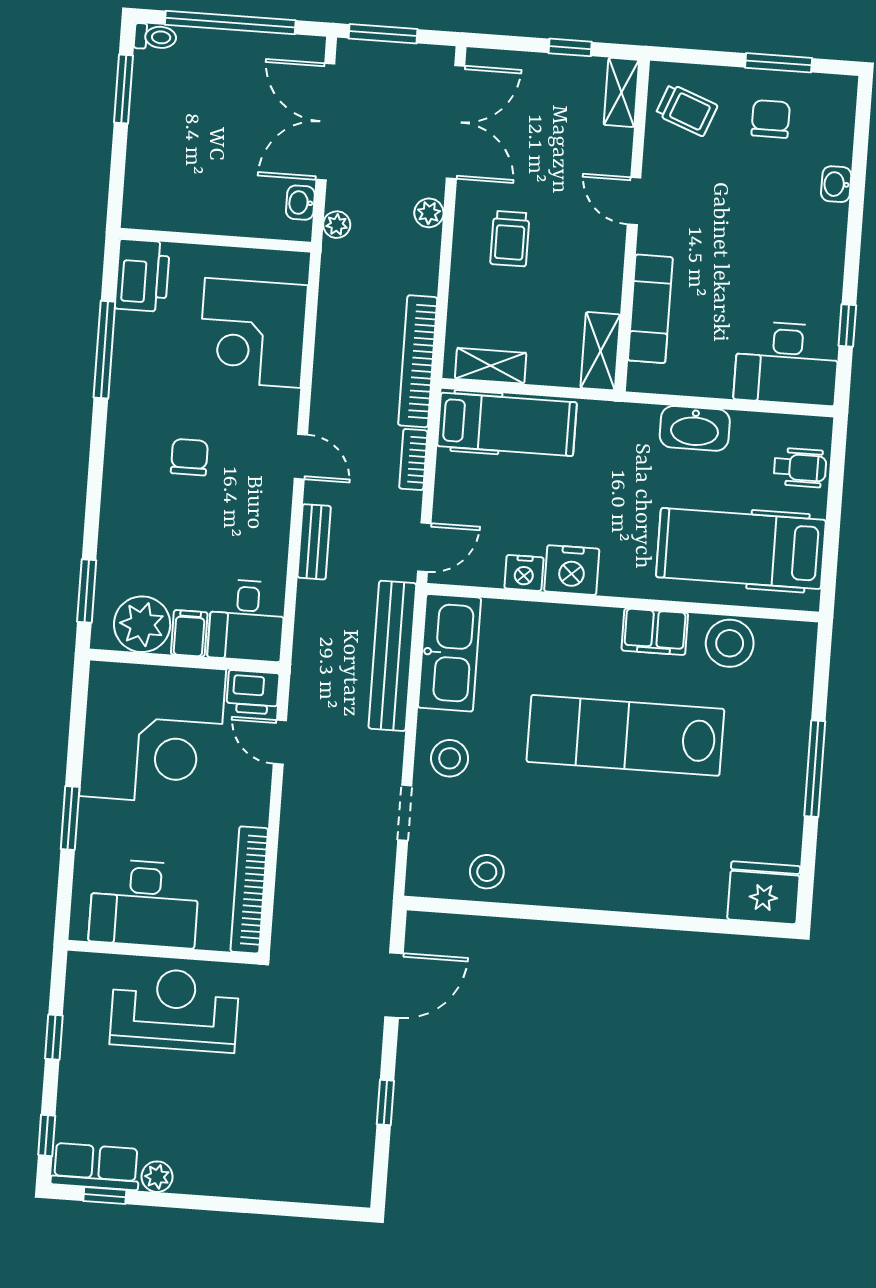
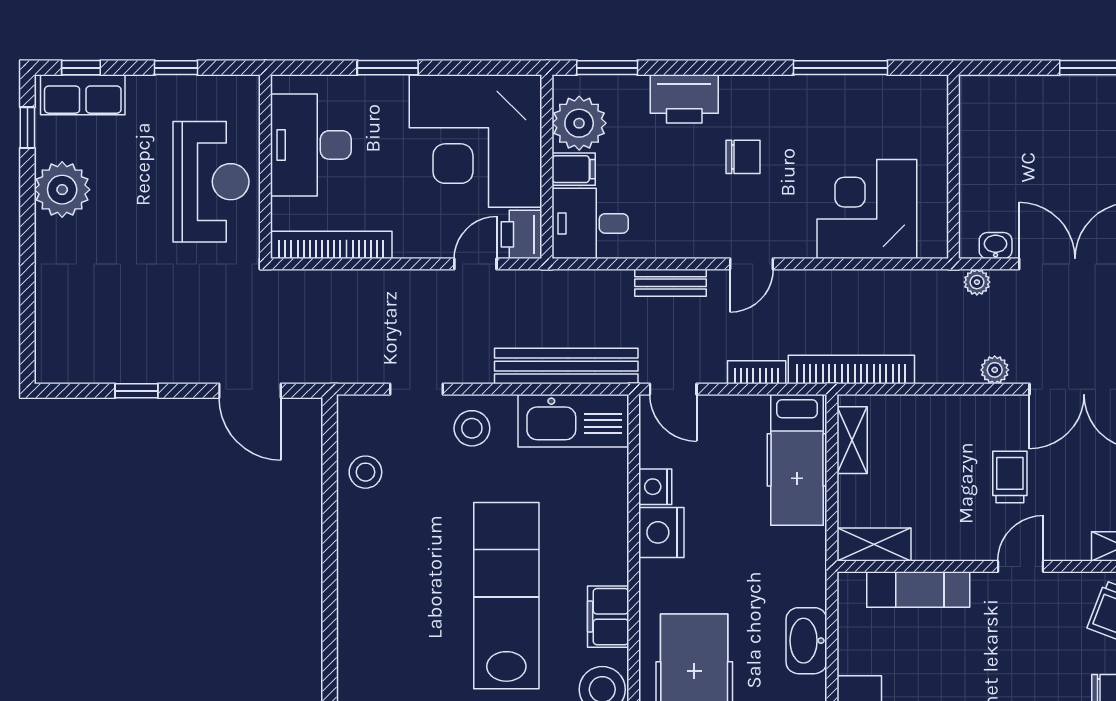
trolley: (510, 239) -> (1010, 477), moved, turned 90
printer: (142, 275) -> (684, 99), moved
row of seats: (96, 1167) -> (83, 95), moved, turned 90
plant: (157, 1177) -> (62, 190), width x1.88, depth x1.88

